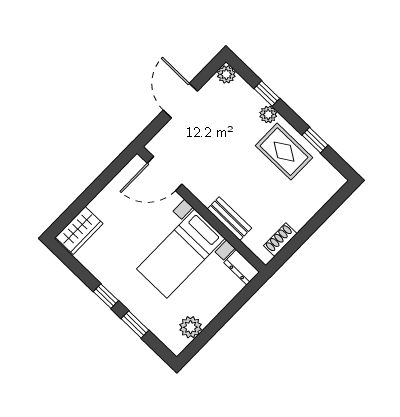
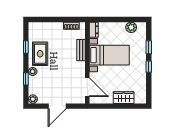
wardrobe: (79, 230) -> (124, 98), moved

